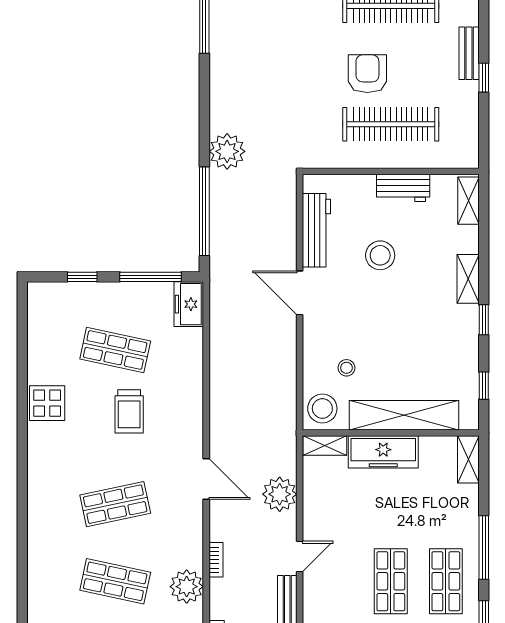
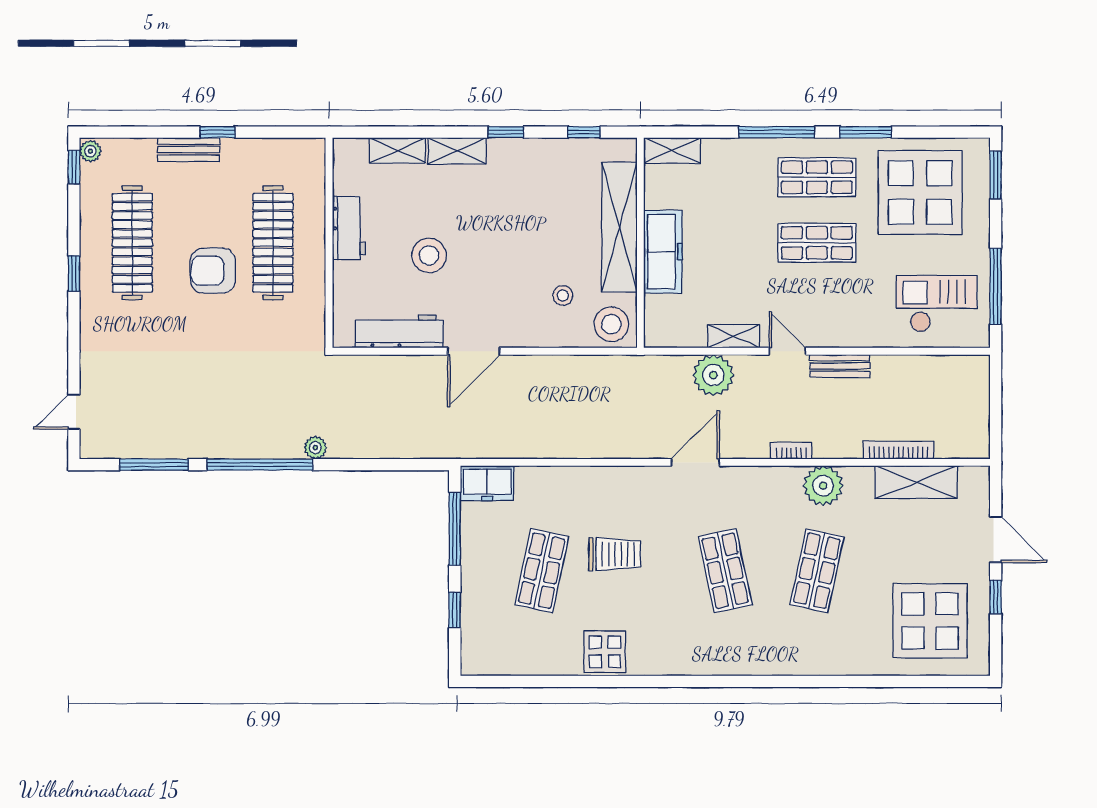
plant: (227, 151) -> (315, 448), width x0.53, depth x0.53
shelving: (468, 201) -> (398, 150), moved
window: (204, 211) -> (260, 465), moved
shelving: (325, 446) -> (734, 336), moved, turned 90

